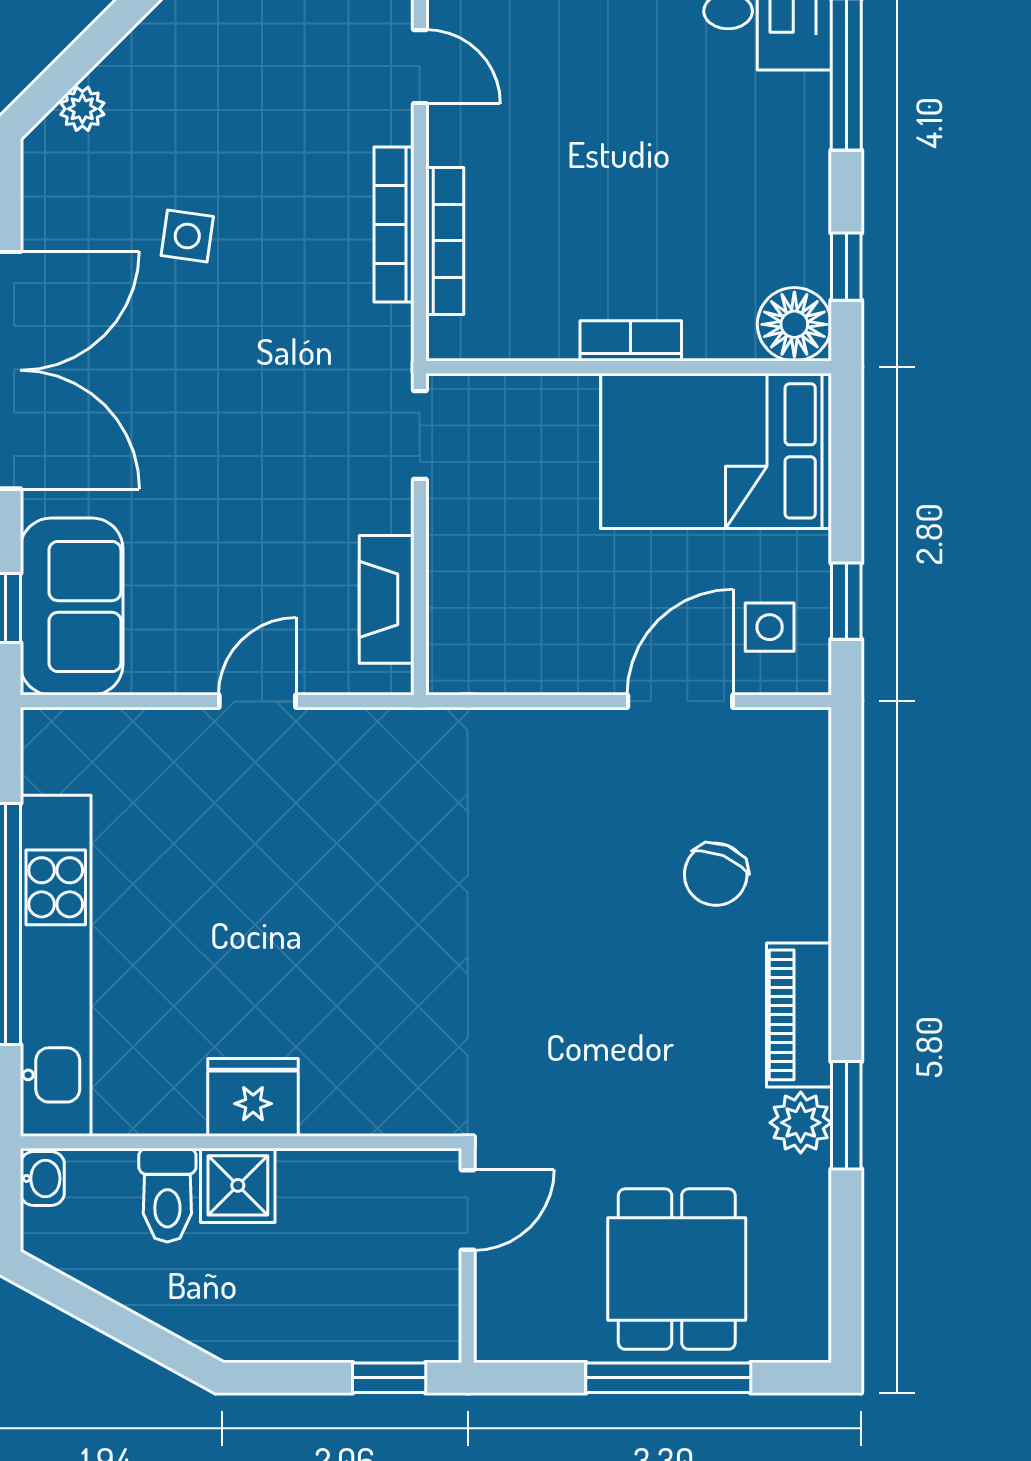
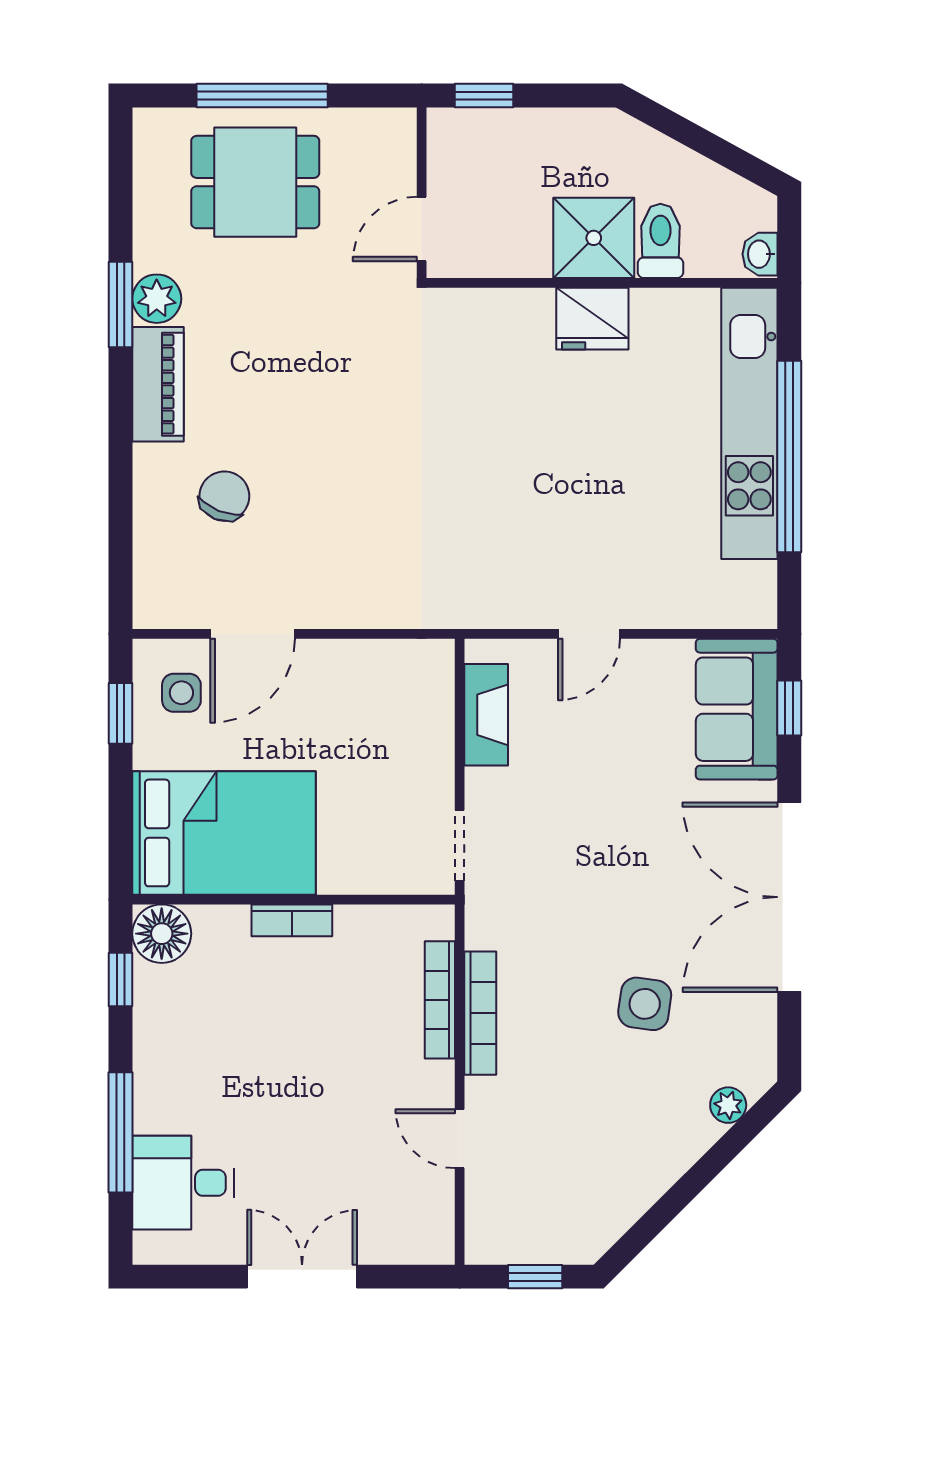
side table: (187, 236) -> (645, 1004), width x1.37, depth x1.37
shower: (238, 1185) -> (594, 238), width x1.36, depth x1.36
dining table: (677, 1269) -> (255, 182), turned 90

